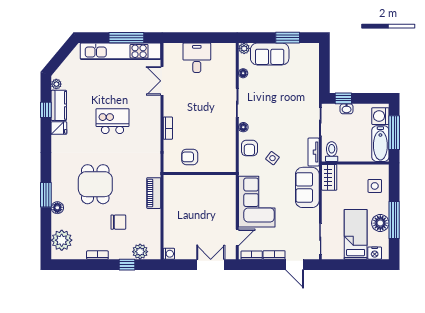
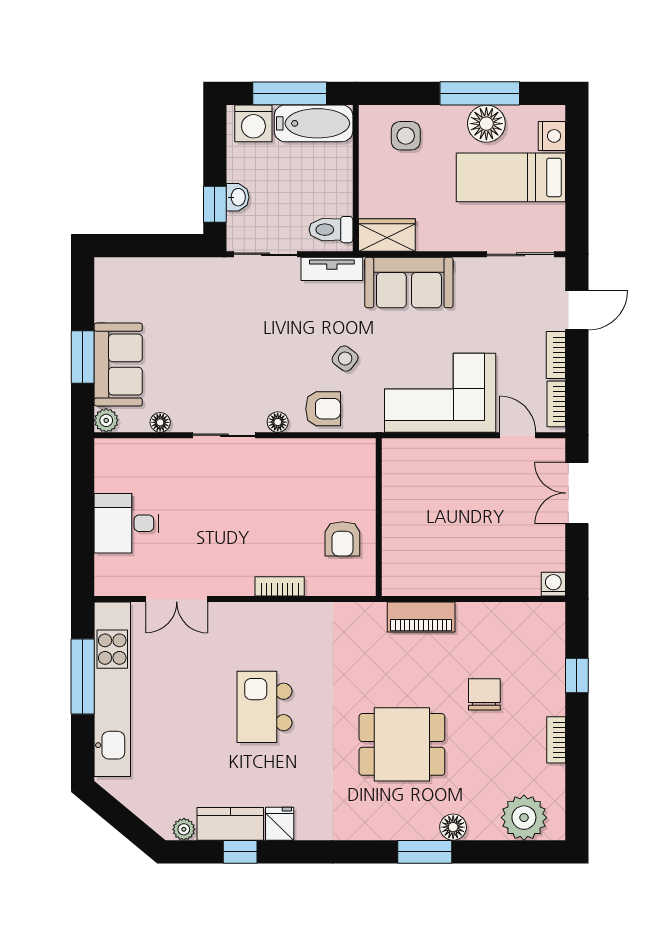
window: (288, 38) -> (83, 357), moved
plant: (140, 252) -> (549, 647), removed

